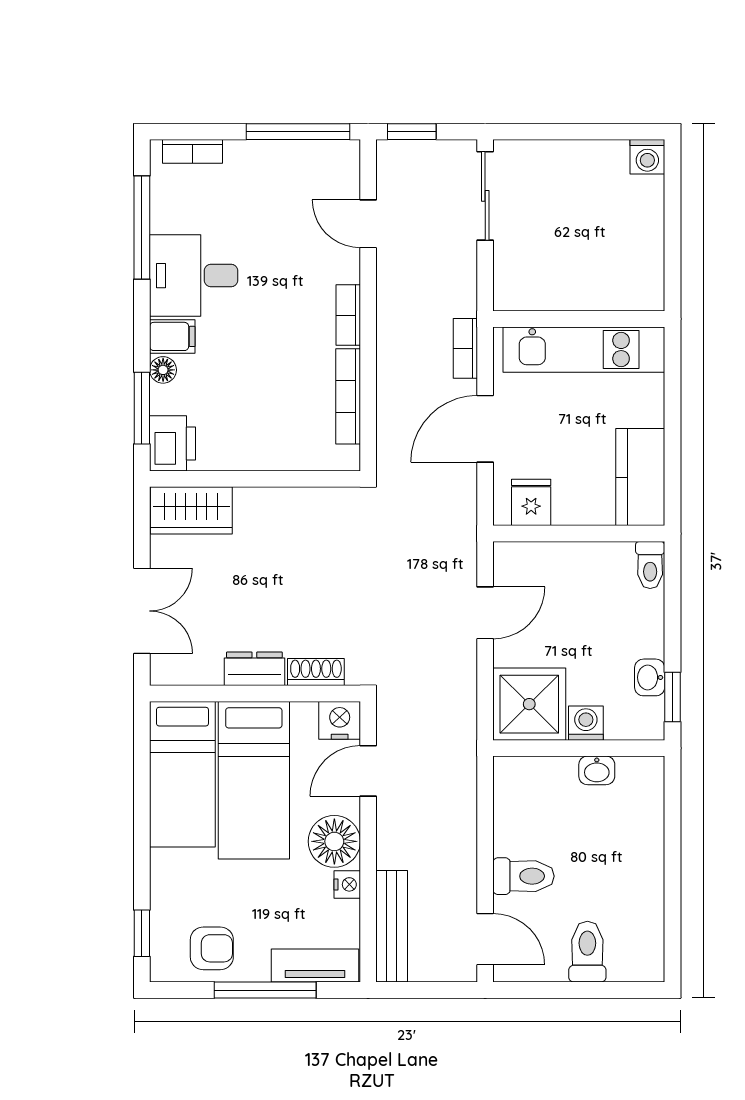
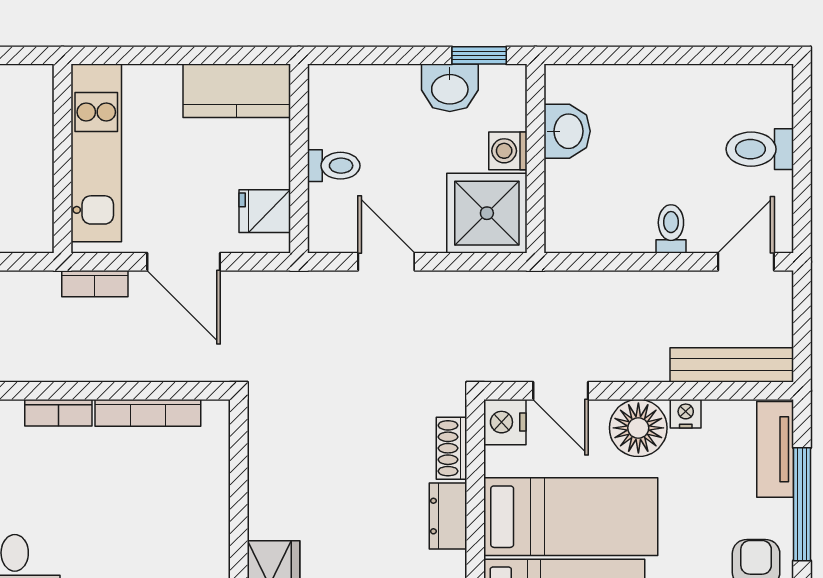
toilet: (650, 565) -> (334, 166), moved
washbasin: (650, 677) -> (450, 88), width x1.38, depth x1.45
washbasin: (597, 770) -> (567, 131), width x1.38, depth x1.45
toilet: (524, 876) -> (671, 229), width x0.73, depth x0.72

